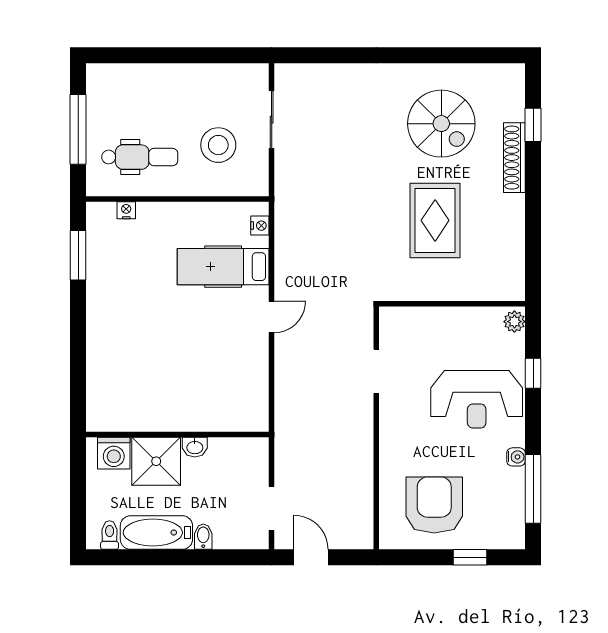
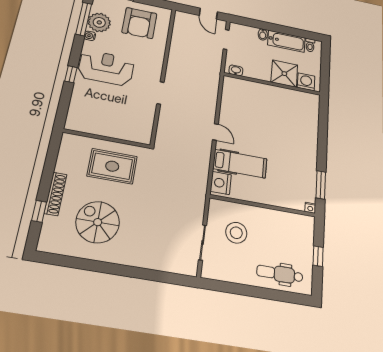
window: (78, 129) -> (318, 256), width x0.46
dental chair: (140, 157) -> (280, 274), moved
nightstand: (126, 210) -> (310, 208), moved
rug: (435, 220) -> (112, 166), turned 90
nightstand: (260, 226) -> (221, 183), width x1.89, depth x1.79
wall: (452, 304) -> (107, 139), moved
door: (272, 317) -> (215, 132), swing flipped
plant: (514, 322) -> (99, 22), moved, width x1.88, depth x1.88
washbasin: (195, 447) -> (236, 70), moved

